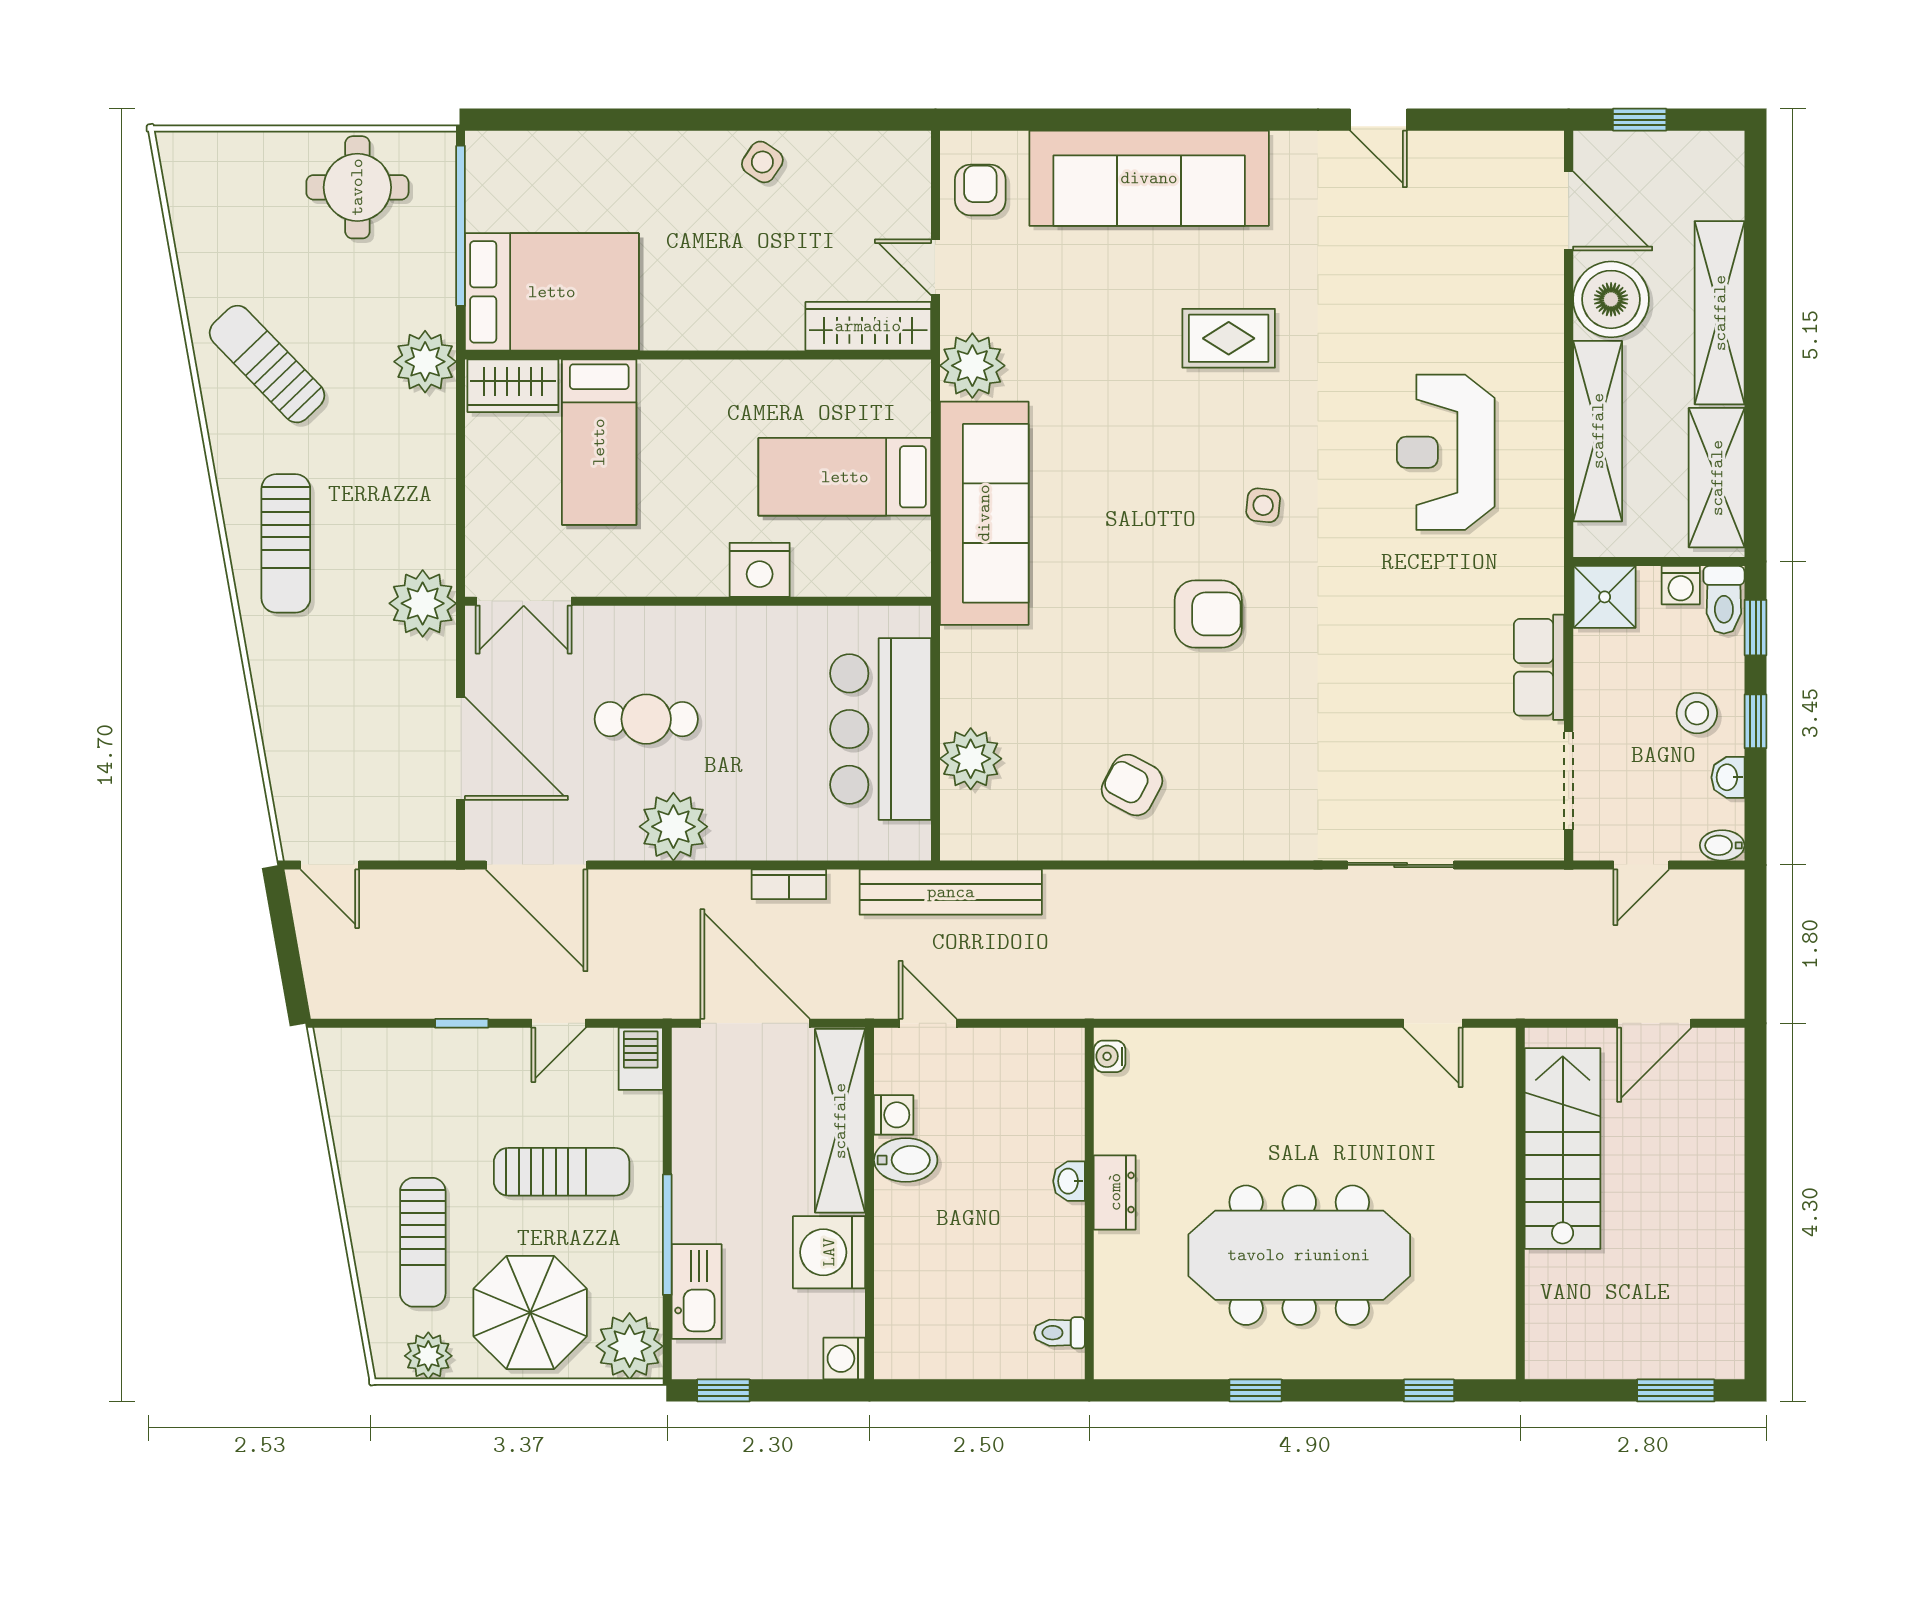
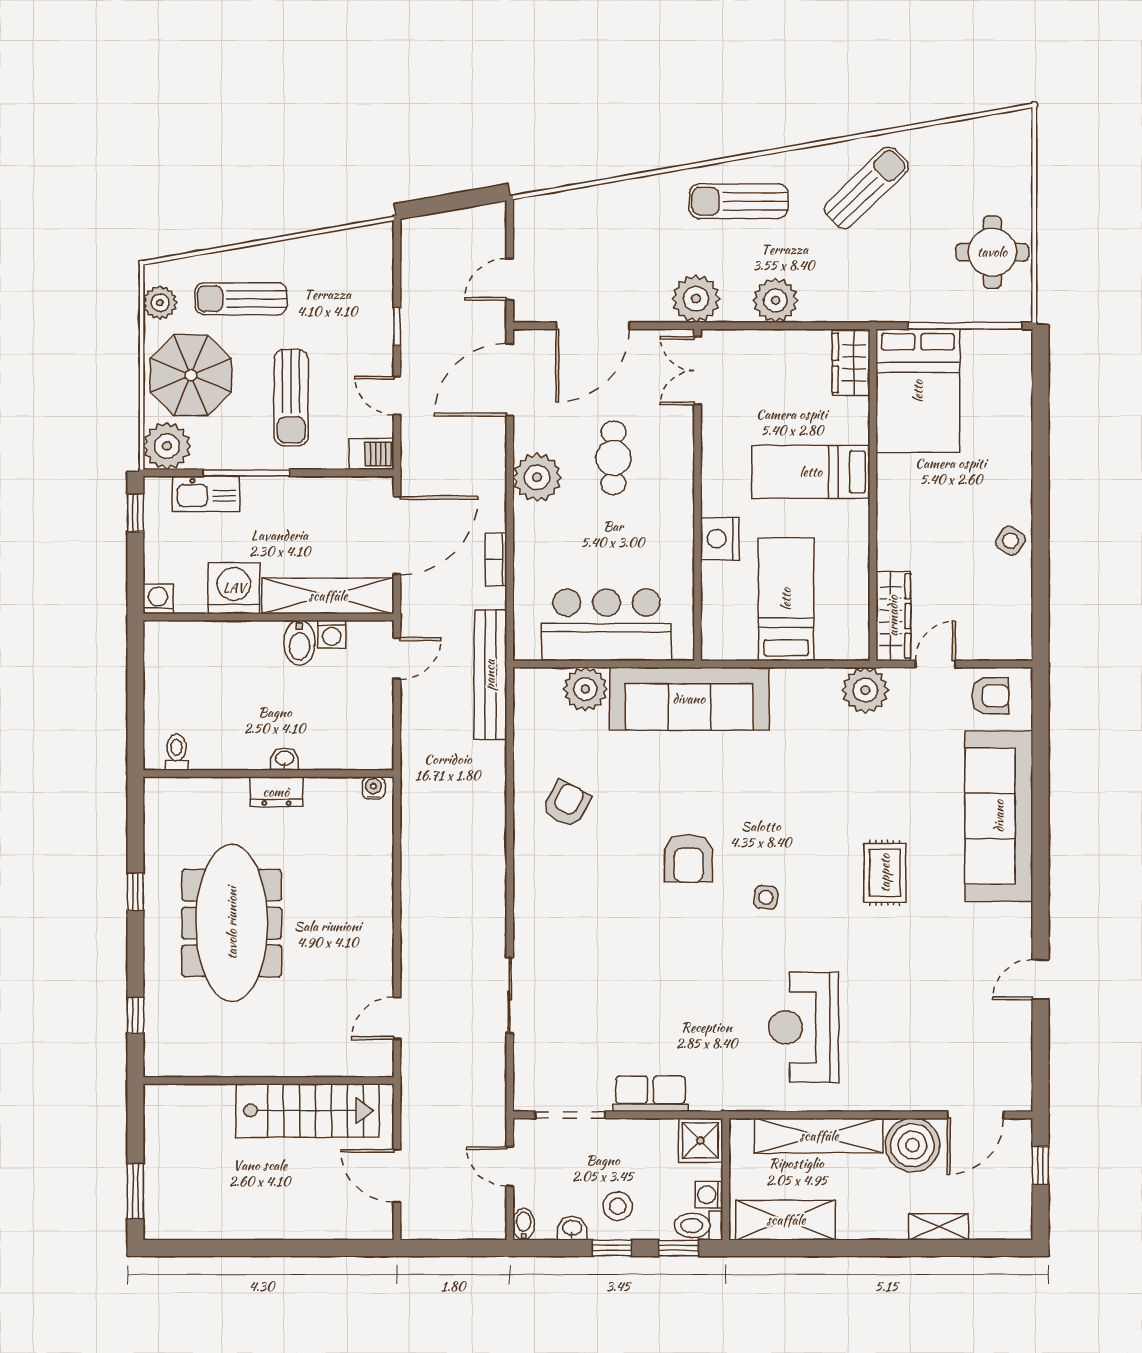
shelving: (1720, 313) -> (939, 1227), width x0.45, depth x0.75
plant: (425, 362) -> (775, 300), moved
bed: (599, 442) -> (811, 472), moved
reception desk: (1446, 452) -> (804, 1027), turned -90
sofa: (984, 513) -> (689, 699), moved
door: (330, 865) -> (510, 279), moved

